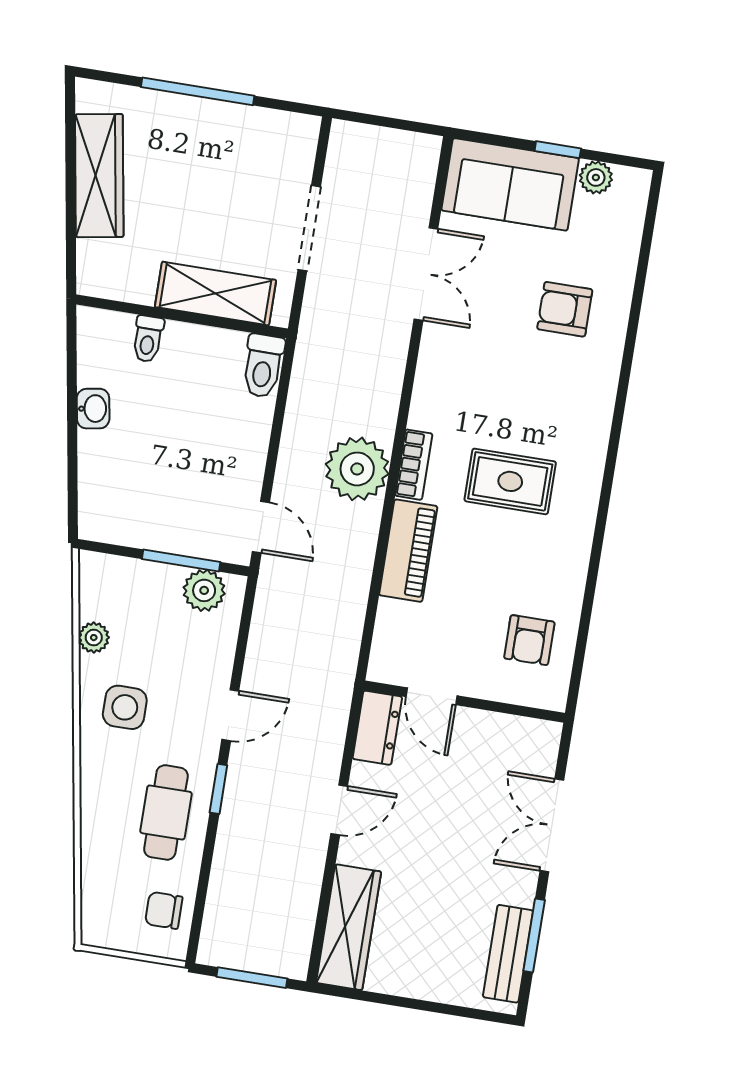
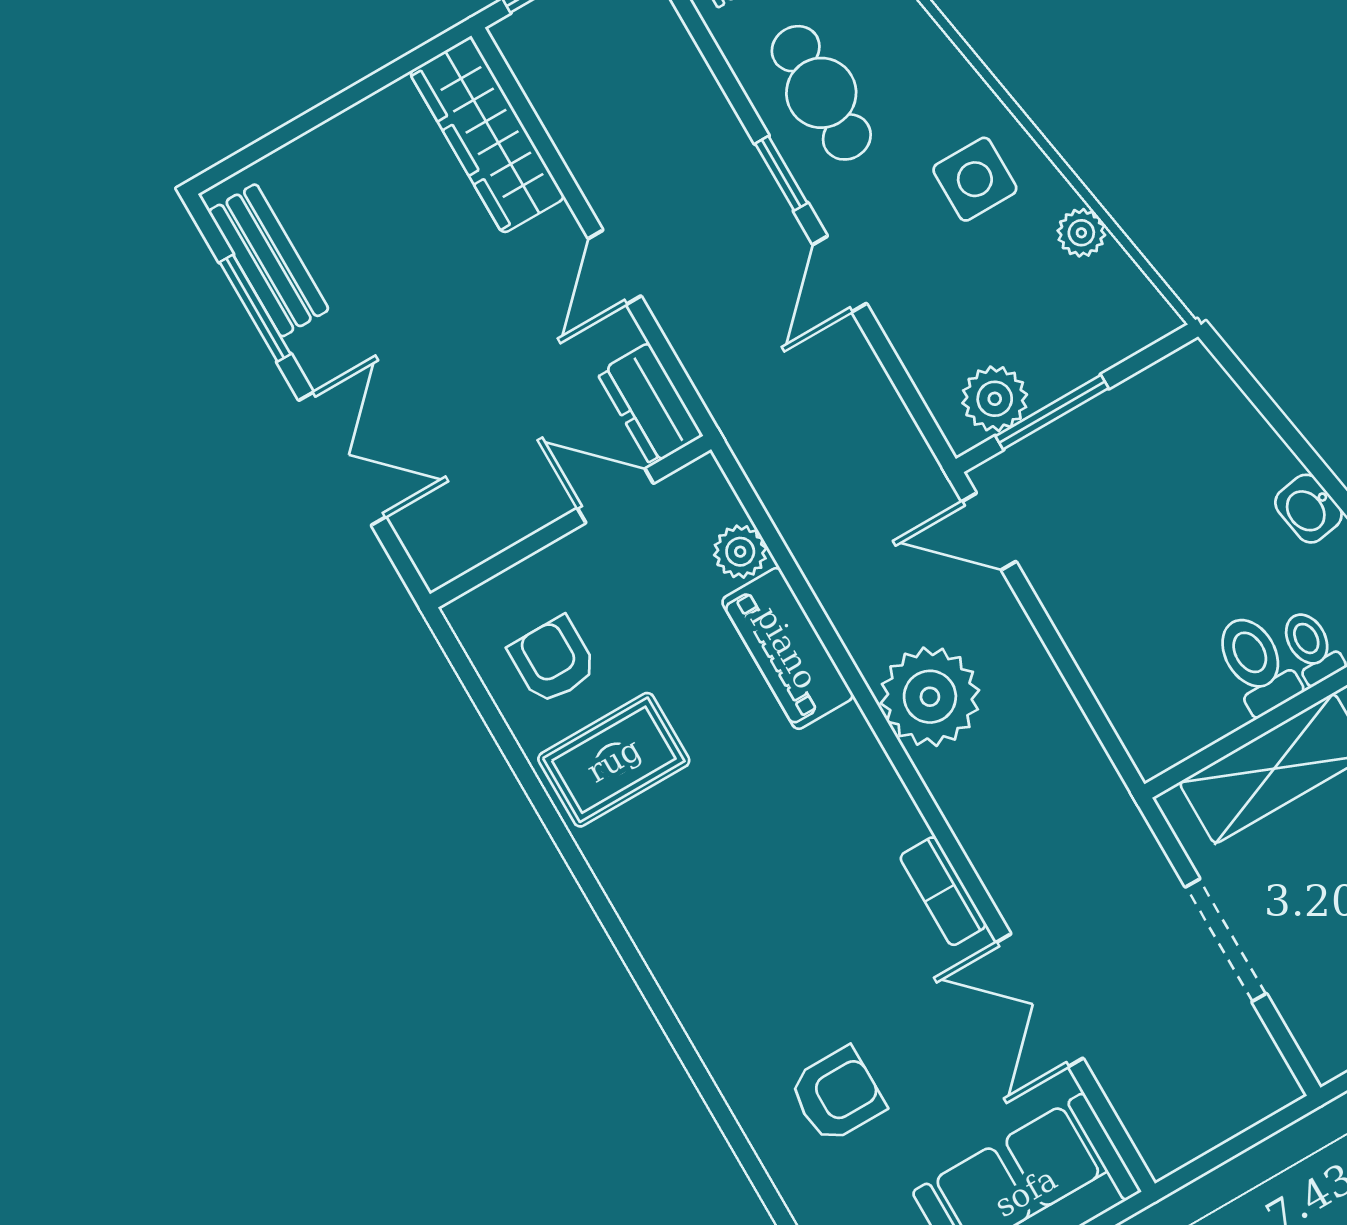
toilet: (263, 366) -> (1256, 664), moved
bookcase: (414, 465) -> (943, 891), moved
rug: (510, 481) -> (614, 760), moved
plant: (392, 618) -> (740, 552), added

